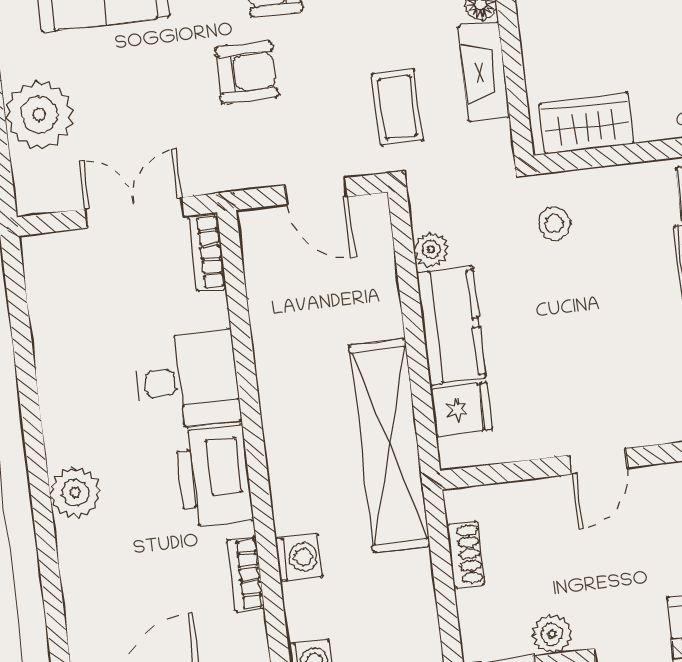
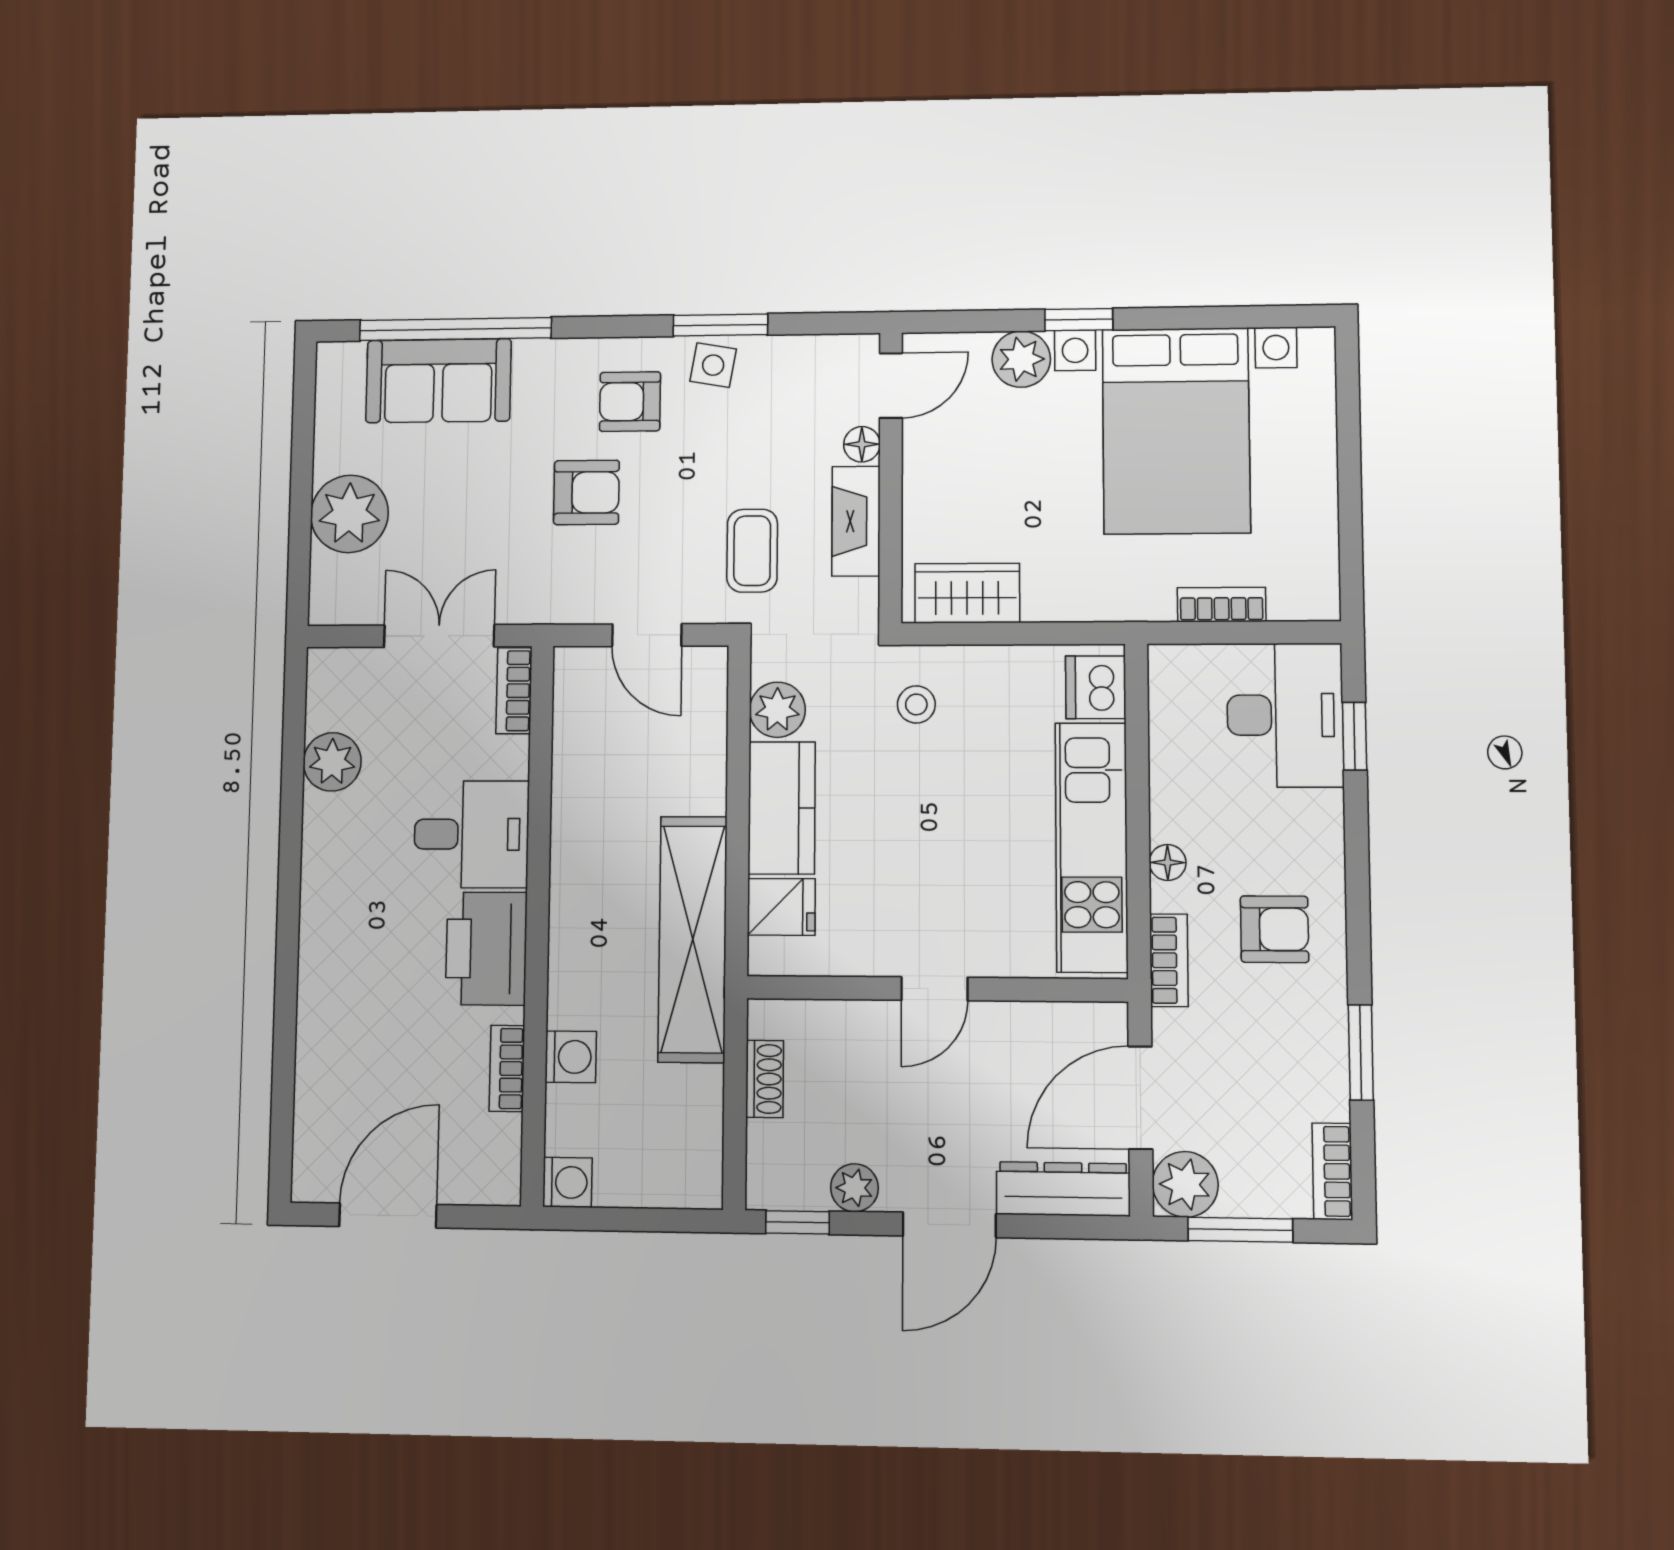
plant: (431, 250) -> (777, 710), width x1.38, depth x1.38
plant: (75, 493) -> (332, 762), moved

